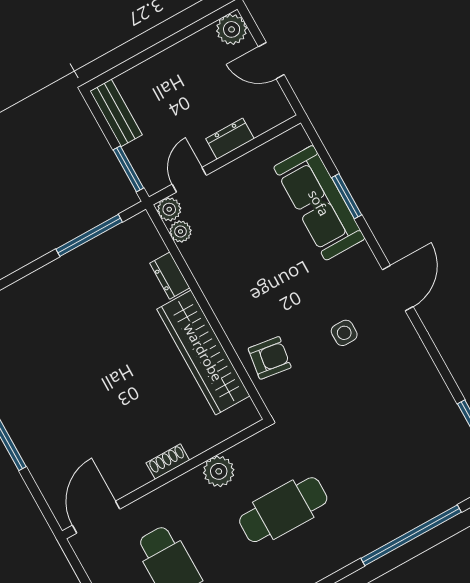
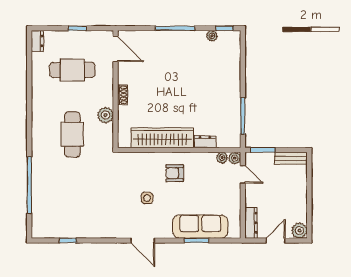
dresser: (230, 139) -> (251, 223), moved, width x1.44
side table: (344, 333) -> (147, 198), moved
armchair: (270, 358) -> (175, 173), moved, turned 82

